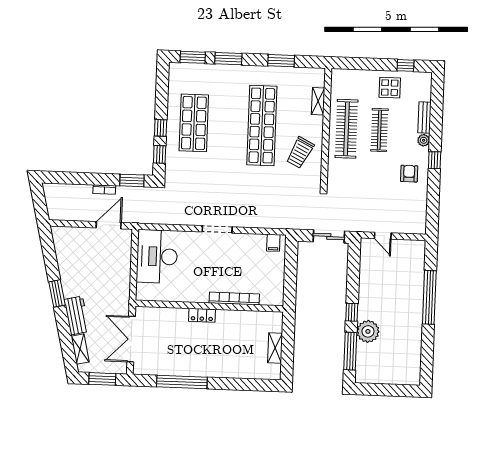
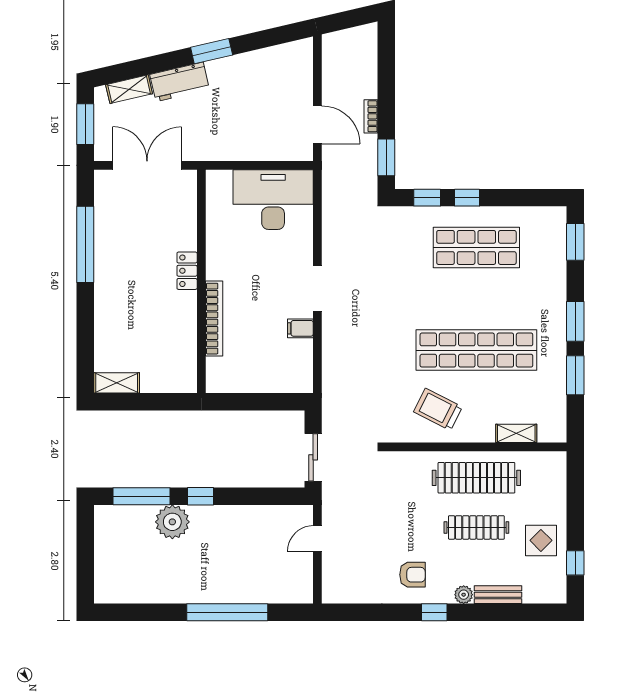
window: (228, 59) -> (575, 321), moved
filing cabinet: (273, 243) -> (300, 328), moved
shelving: (275, 348) -> (117, 383), moved

